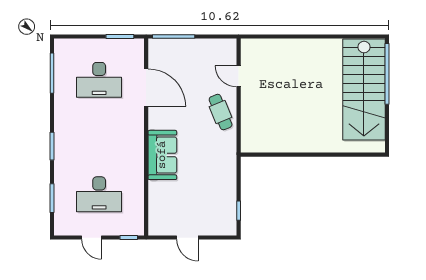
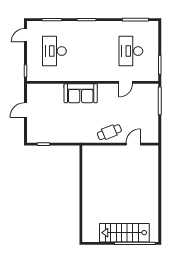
door: (146, 88) -> (126, 82), width x0.53
stairs: (364, 90) -> (124, 233), width x0.73, depth x0.66
door: (92, 238) -> (26, 35), moved

